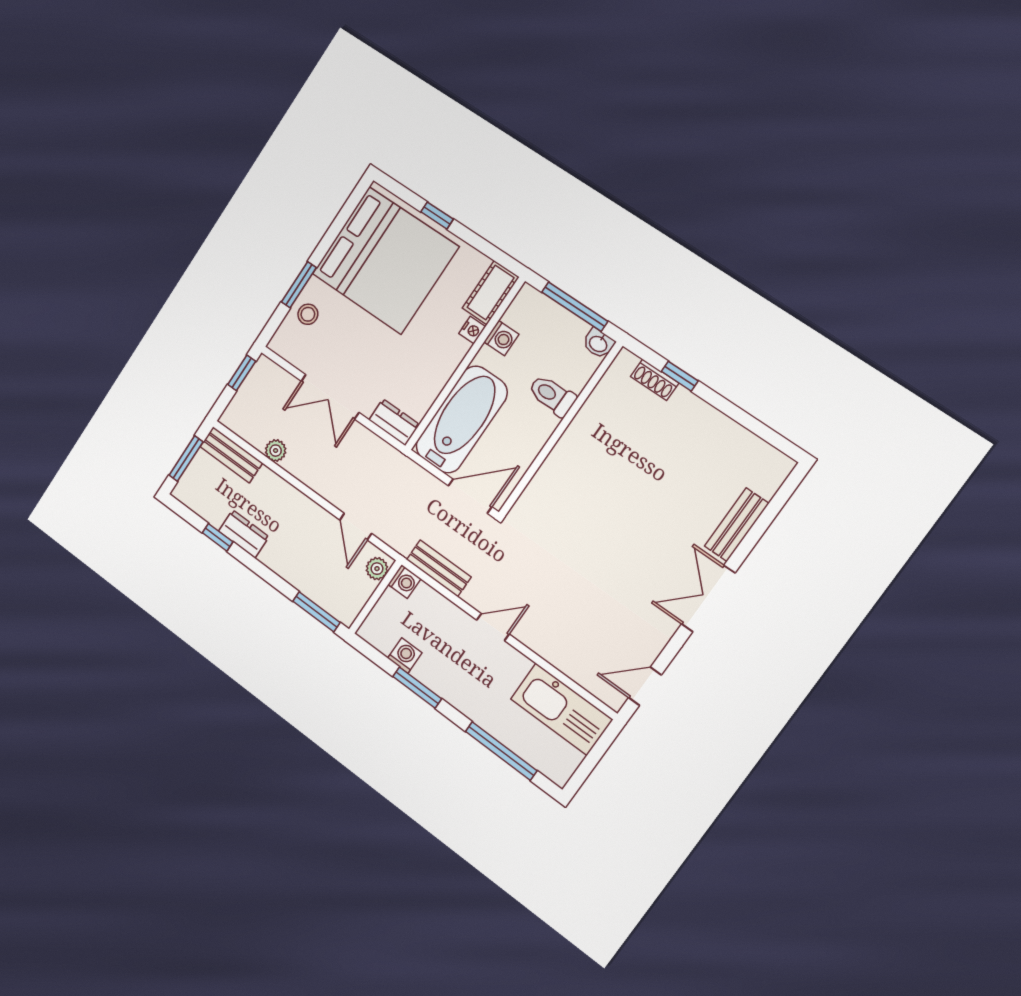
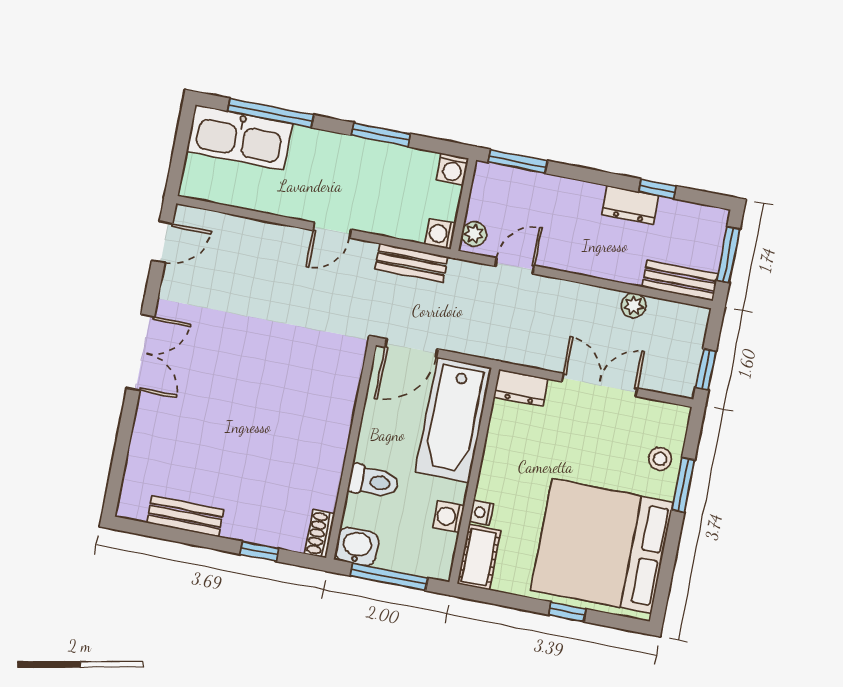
washbasin: (598, 343) -> (357, 546), width x1.38, depth x1.45
shoe rack: (655, 380) -> (320, 534), moved, turned -90
bench: (737, 525) -> (185, 516), moved, turned 90
door: (356, 527) -> (515, 266), hinge flipped
washing machine: (405, 656) -> (452, 169), moved
kitchen sink: (561, 709) -> (240, 138), moved, turned 180

